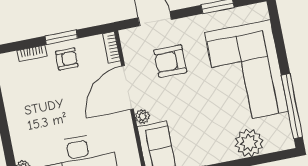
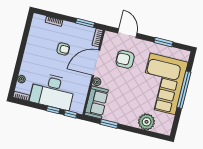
window: (61, 37) -> (85, 23), moved
armchair: (67, 59) -> (63, 49), moved
window: (292, 106) -> (184, 90), moved

